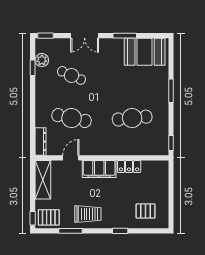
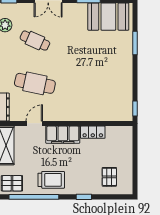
window: (171, 91) -> (135, 43), moved
cafe table: (132, 118) -> (96, 83), removed
pallet: (146, 211) -> (109, 177), turned 90
window: (70, 231) -> (34, 197), width x2.11

